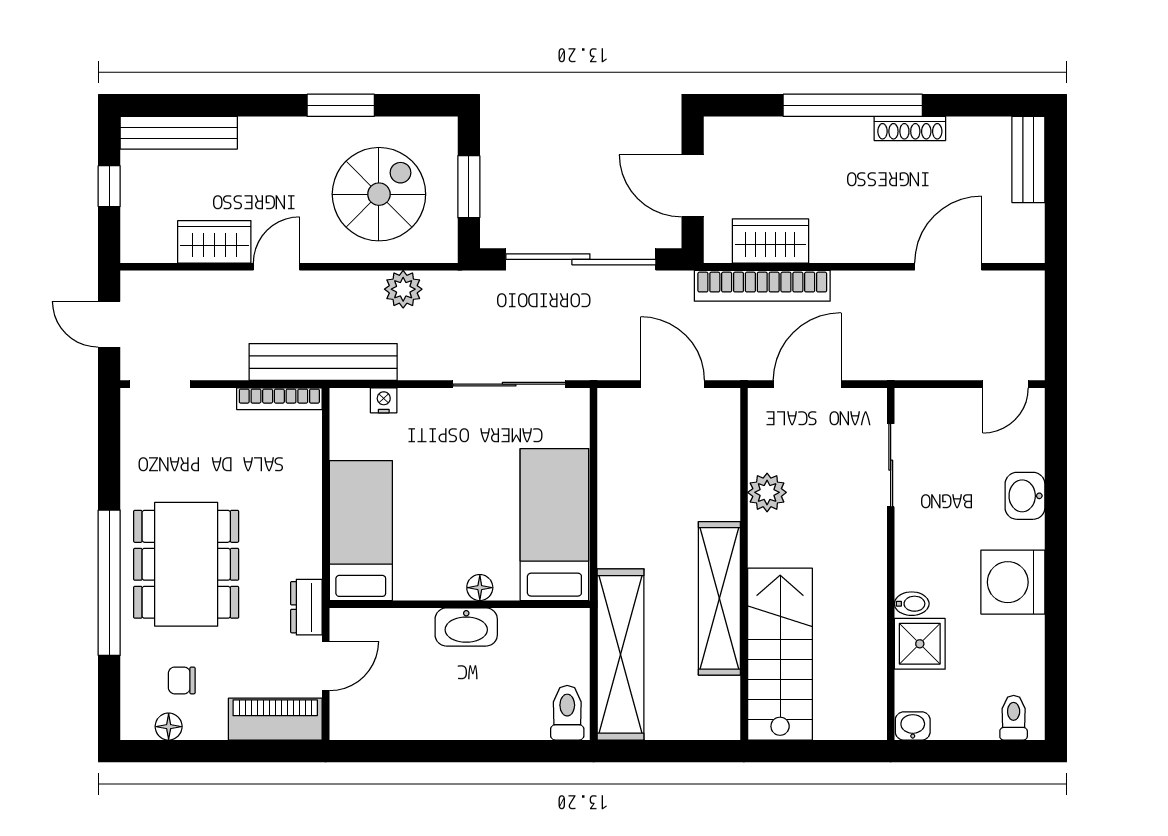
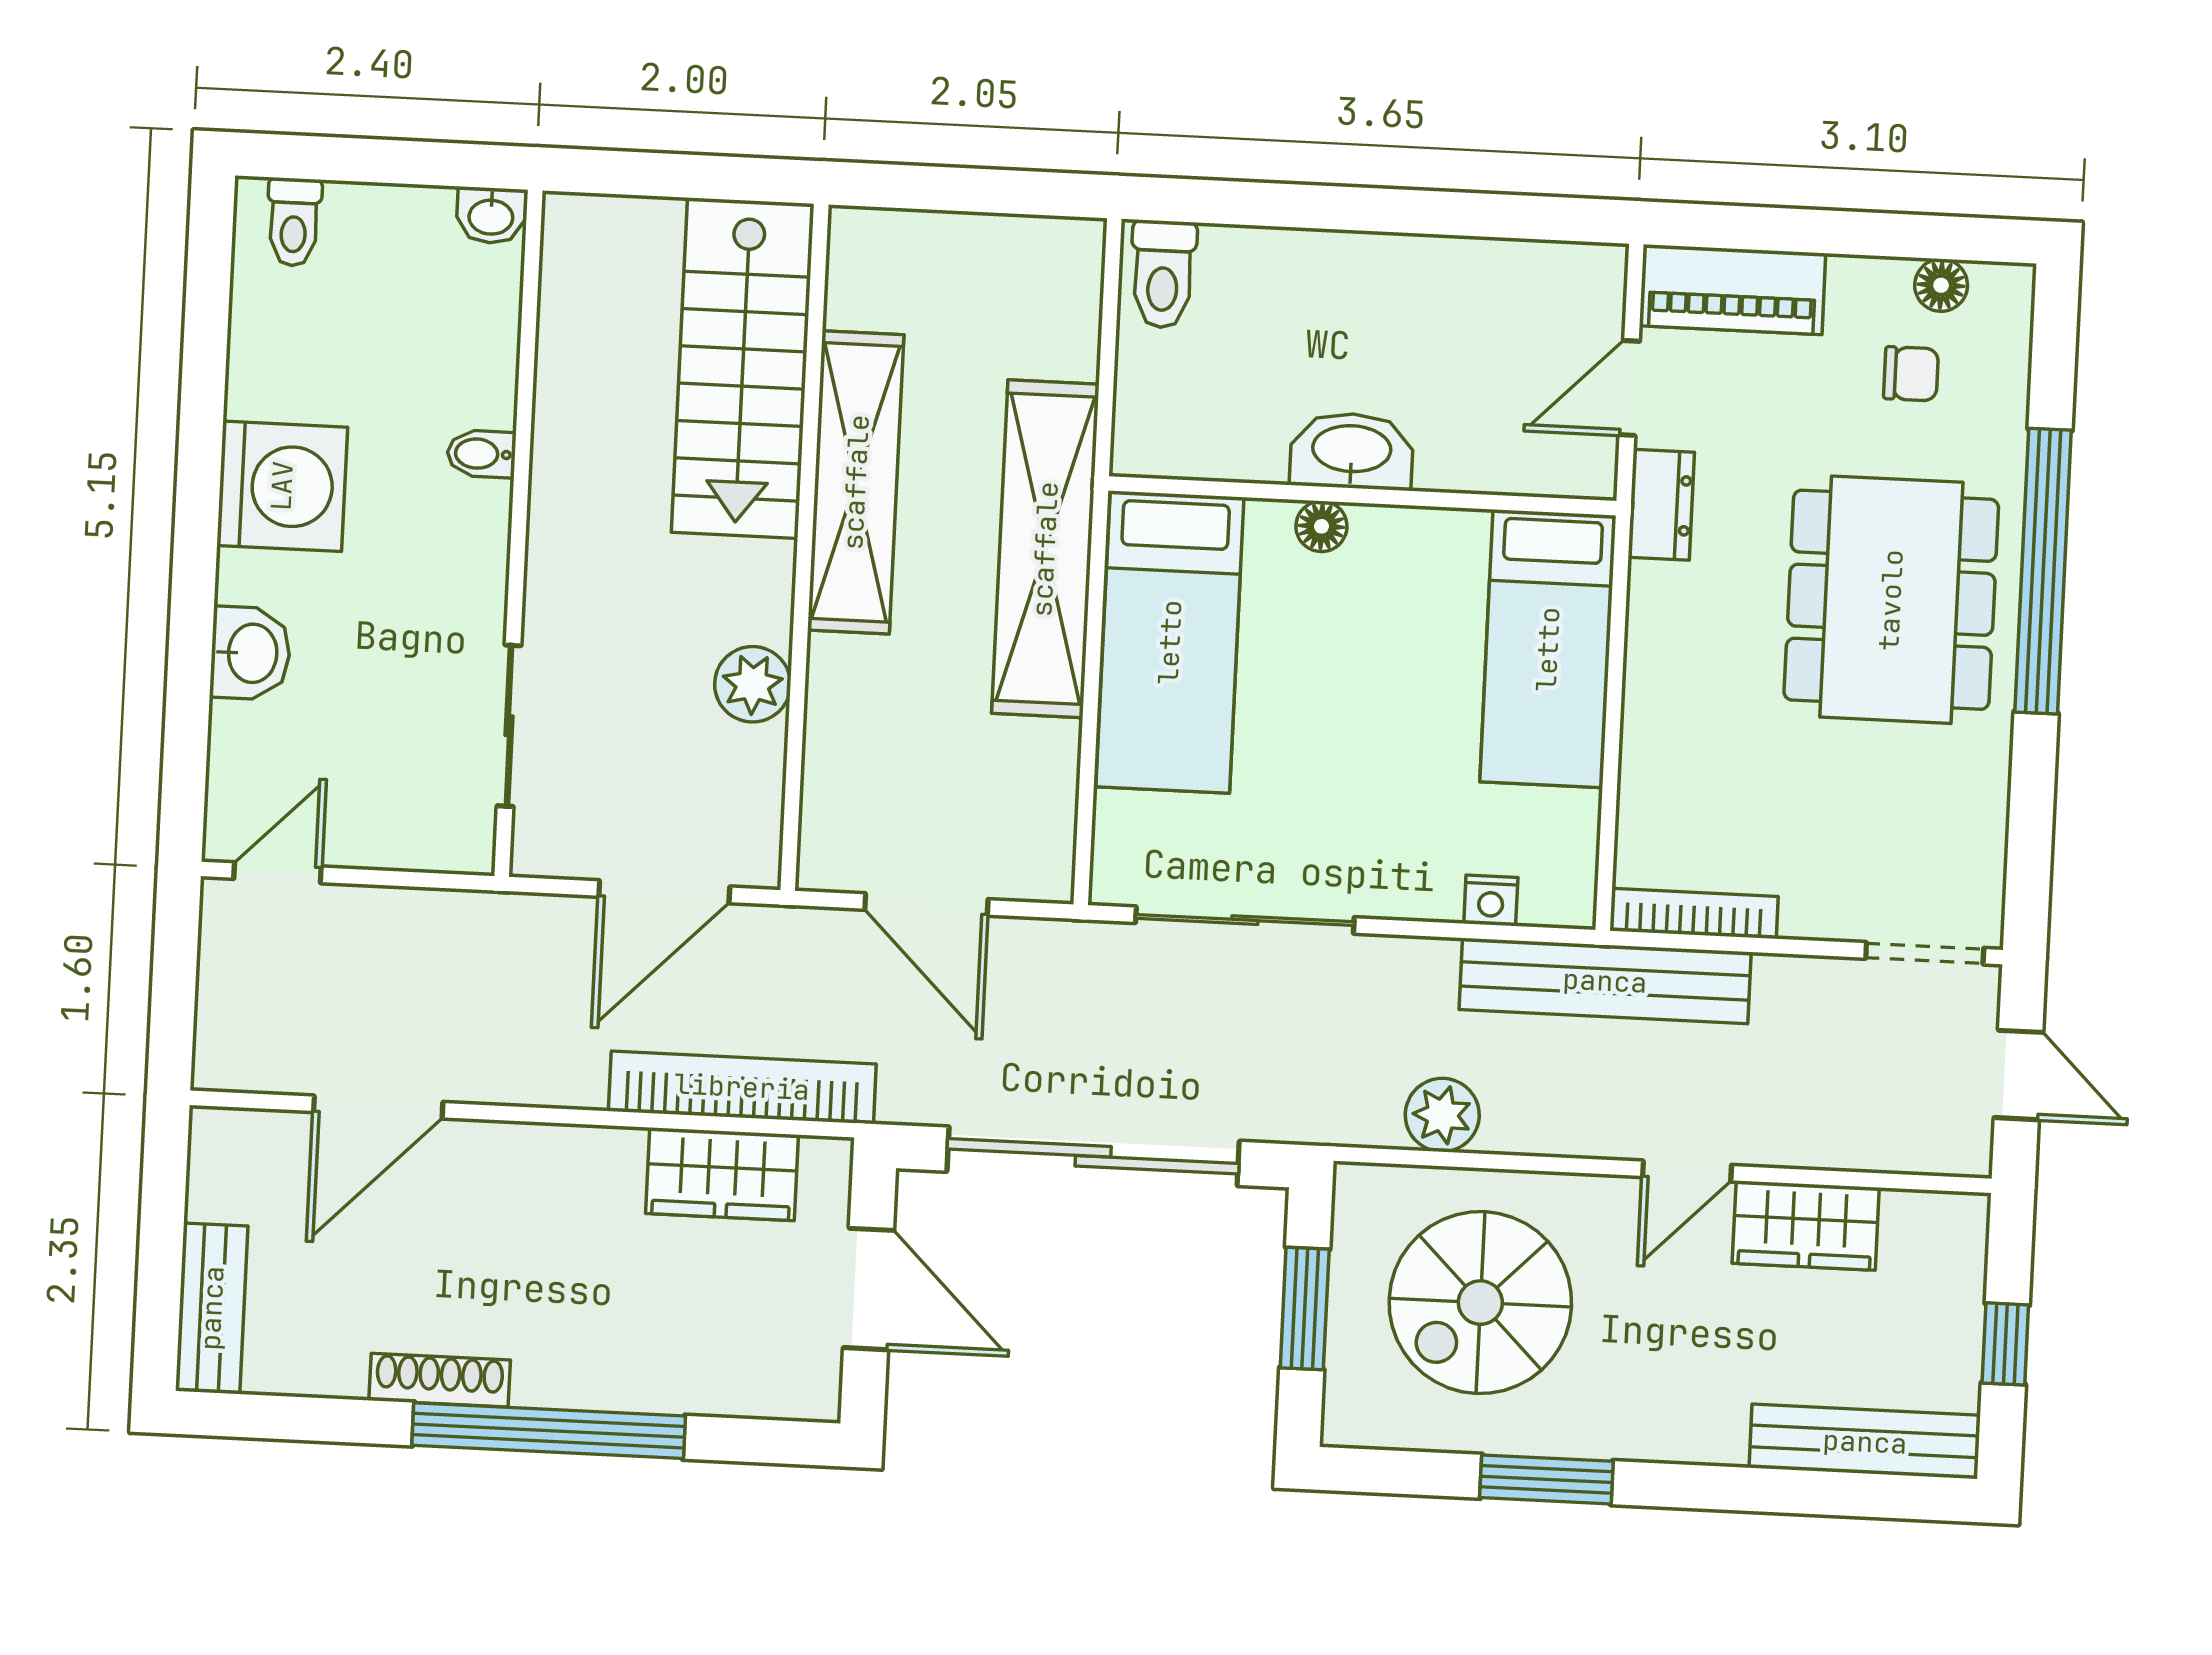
shower: (920, 644) -> (469, 375), removed
shelving: (621, 654) -> (1045, 549), moved

